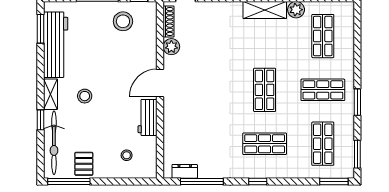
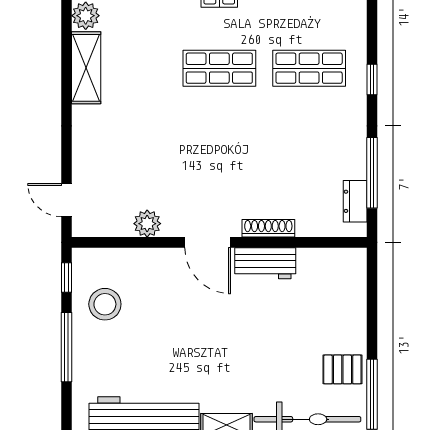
shoe rack: (169, 22) -> (268, 228), moved
stool: (85, 96) -> (230, 368), removed
shop shelf: (265, 144) -> (309, 68), turned 90
stool: (127, 155) -> (328, 298), removed

